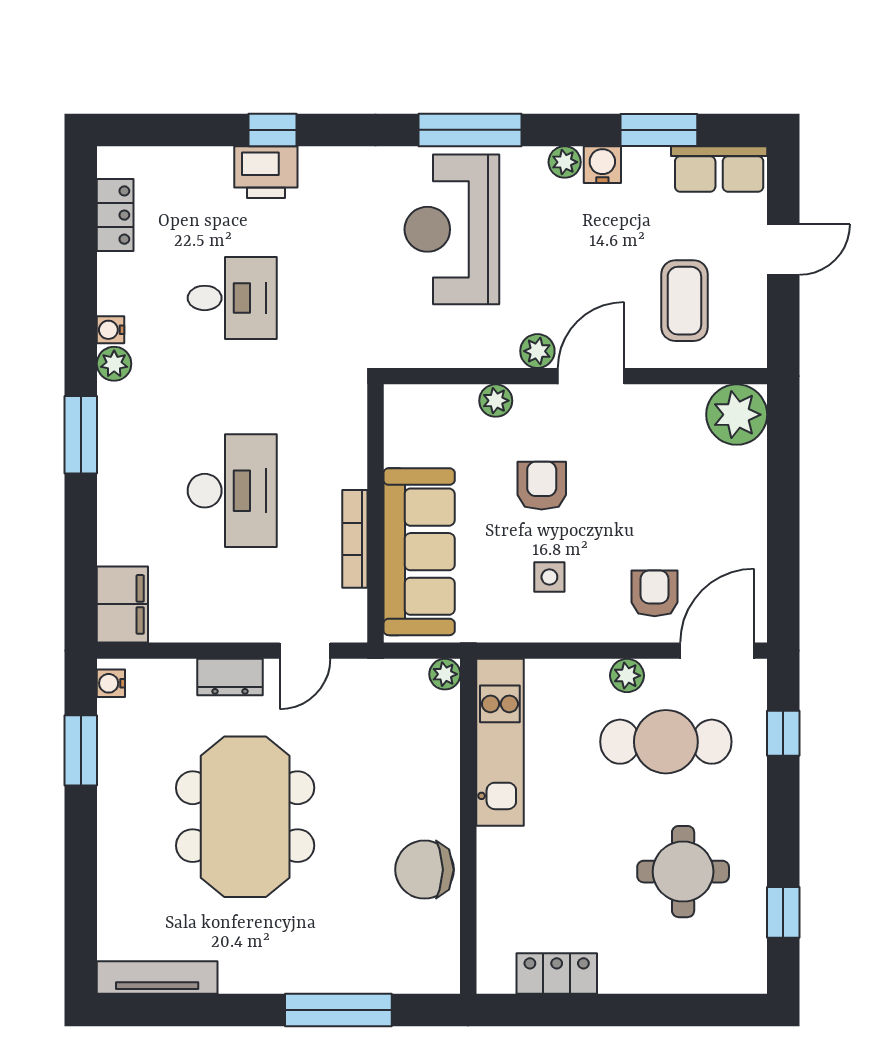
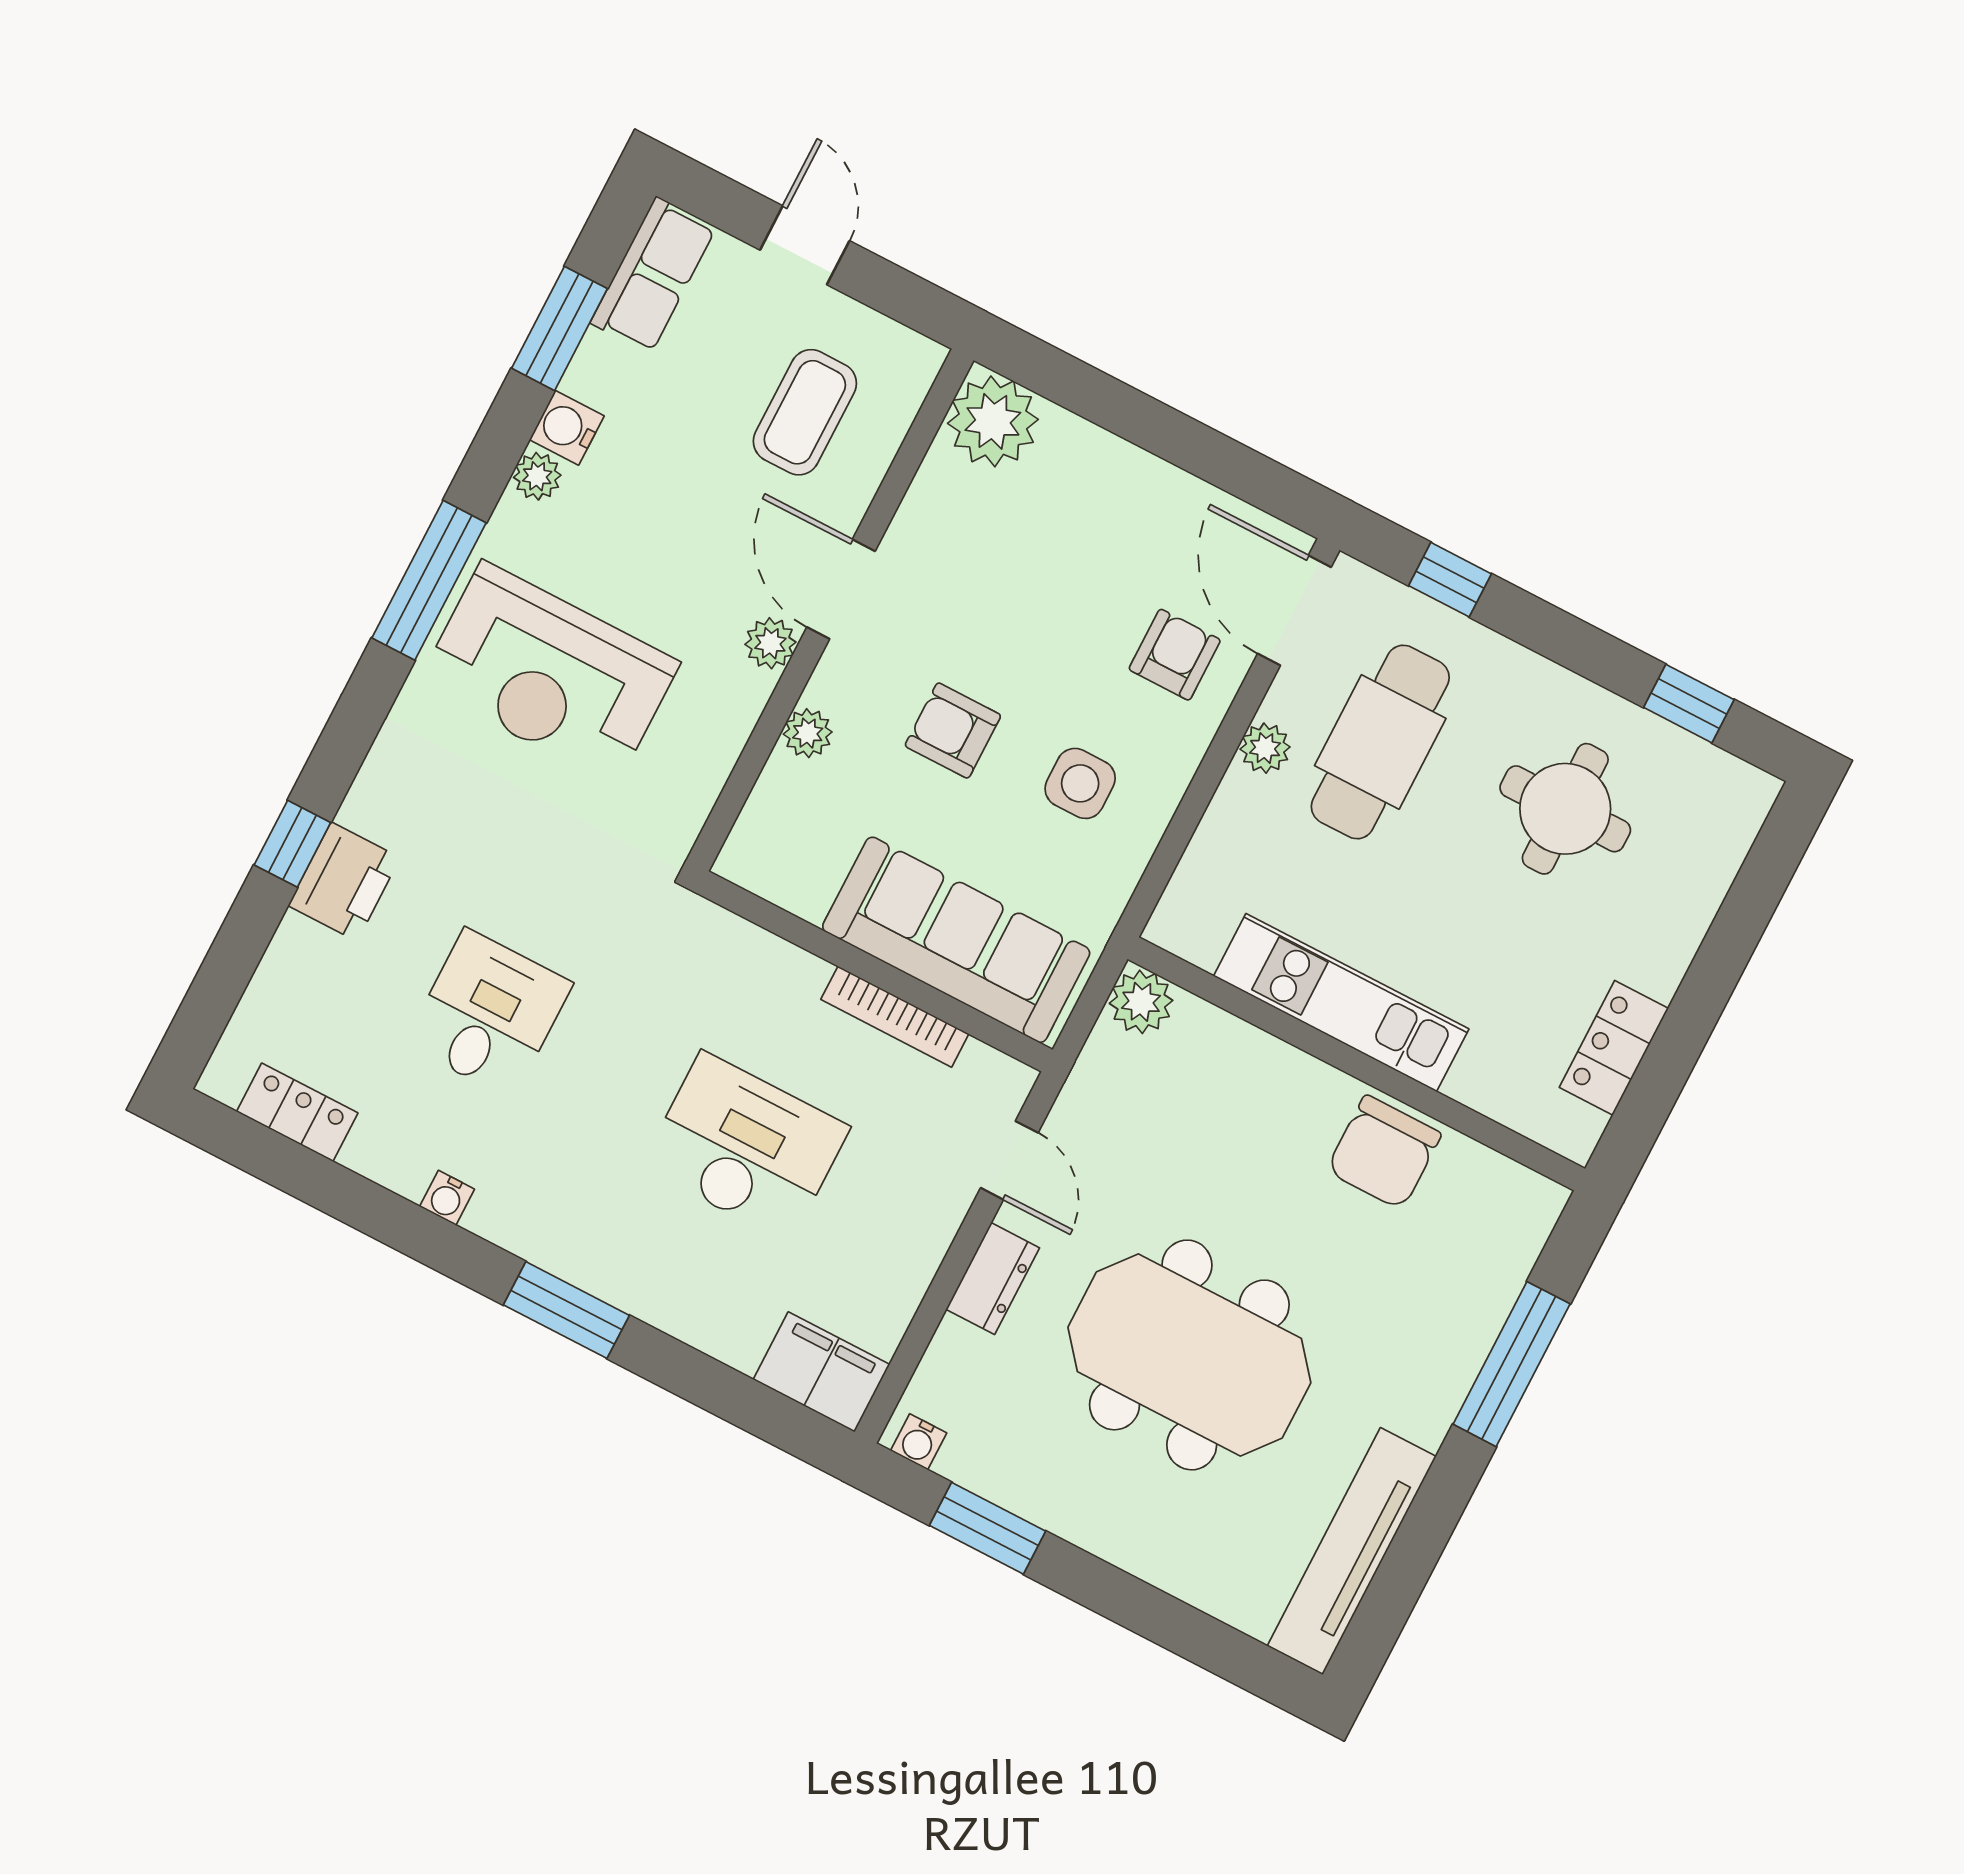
coffee table: (684, 301) -> (805, 412), turned 90
plant: (114, 364) -> (495, 1217), removed
side table: (549, 577) -> (1080, 783), width x1.37, depth x1.37
armchair: (655, 593) -> (1175, 655), turned 90
plant: (445, 674) -> (1141, 1002), width x1.38, depth x1.38
kitchen unit: (500, 742) -> (1341, 1003), moved
tv unit: (157, 977) -> (1352, 1551), width x1.36, depth x1.29

